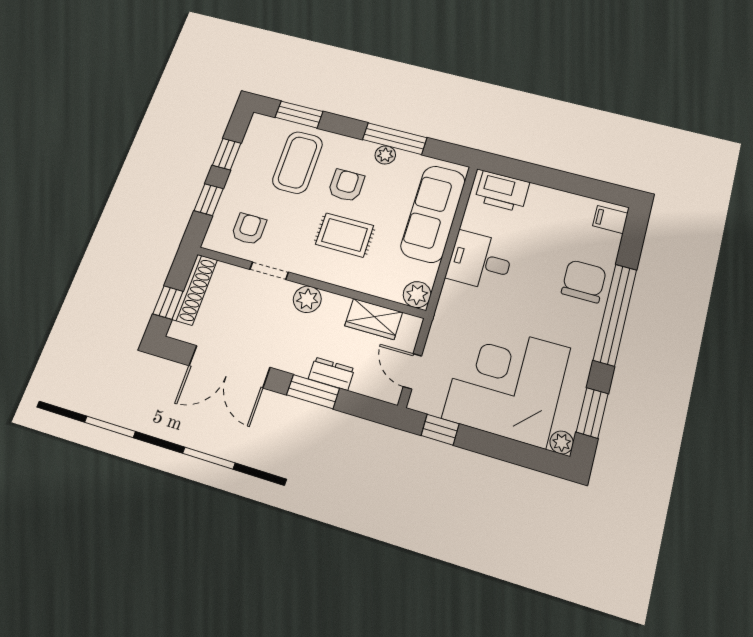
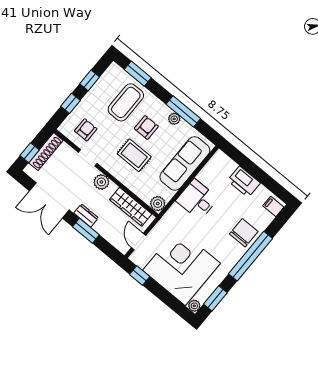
printer: (502, 191) -> (244, 182), moved
wardrobe: (374, 319) -> (131, 207), width x1.50
dresser: (331, 374) -> (86, 215), moved

